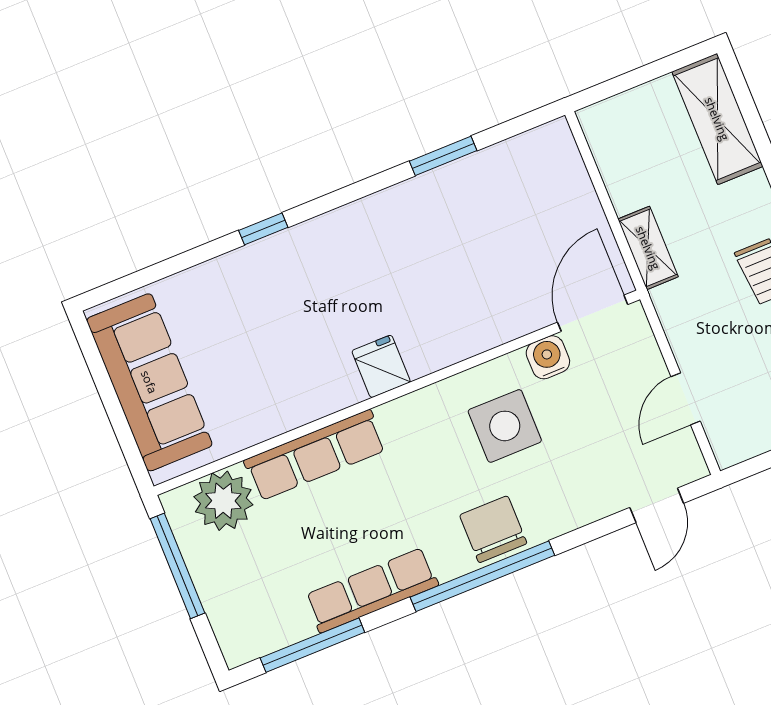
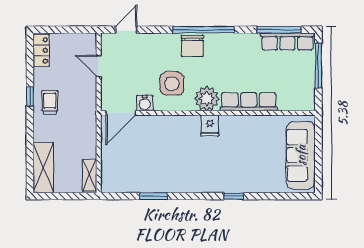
shelving: (648, 248) -> (90, 175), moved
door: (686, 399) -> (99, 66), swing flipped
plant: (223, 501) -> (207, 99), moved
window: (177, 566) -> (318, 66), moved
row of seats: (372, 590) -> (287, 42), moved

